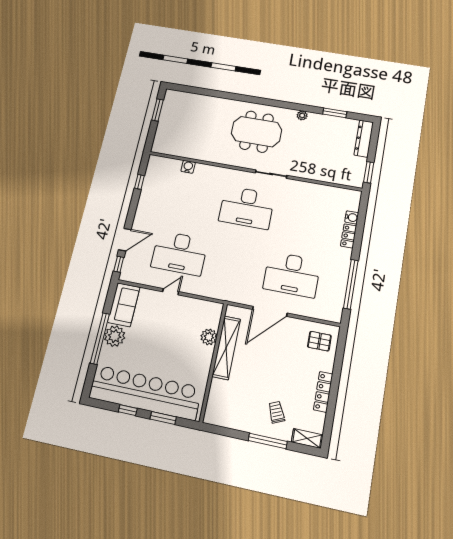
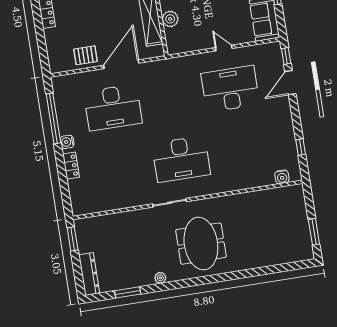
meeting table: (257, 132) -> (201, 244), turned 90
water cooler: (188, 167) -> (282, 177), moved
desk: (247, 207) -> (181, 159), turned 180
water cooler: (352, 217) -> (67, 142), moved
desk: (292, 274) -> (113, 107), turned 180
door: (171, 292) -> (224, 48), swing flipped
pallet: (319, 341) -> (86, 55), moved

